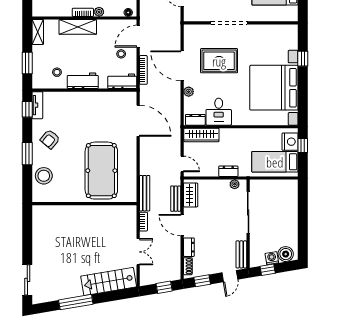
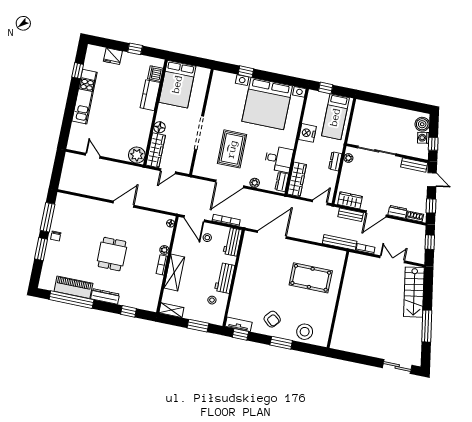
nightstand: (290, 142) -> (307, 133), moved, turned -90
pool table: (101, 171) -> (311, 278), width x0.73, depth x0.76

